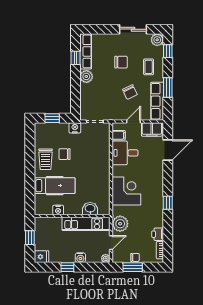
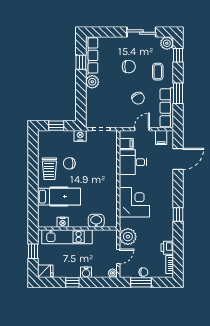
filing cabinet: (152, 129) -> (161, 138), width x0.50
kitchen unit: (86, 224) -> (67, 237), moved

